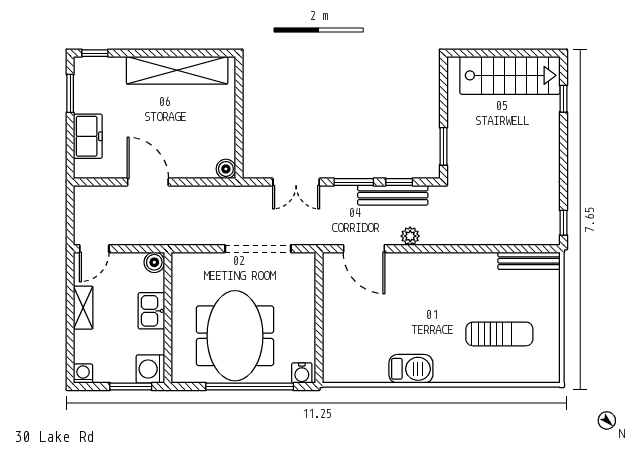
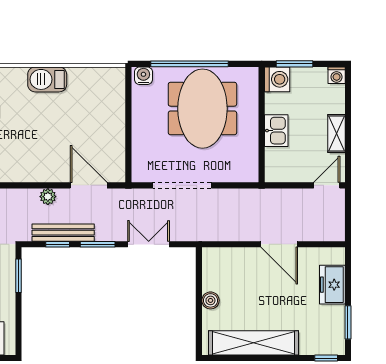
boiler: (226, 169) -> (210, 300), moved
boiler: (154, 262) -> (274, 173), removed

